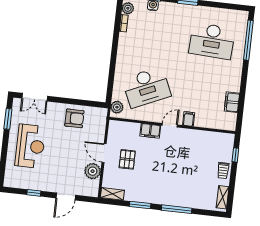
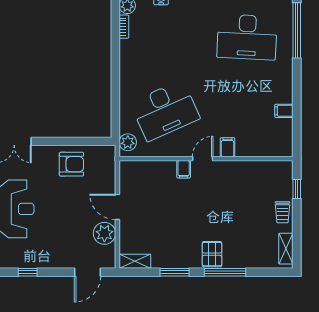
filing cabinet: (232, 102) -> (284, 111), width x0.50
filing cabinet: (150, 131) -> (184, 169), width x0.50
pallet: (127, 159) -> (212, 254), moved
door: (66, 197) -> (88, 272), moved

